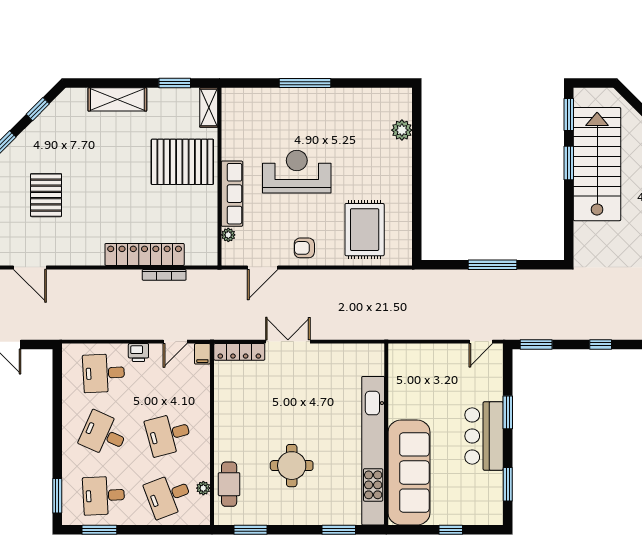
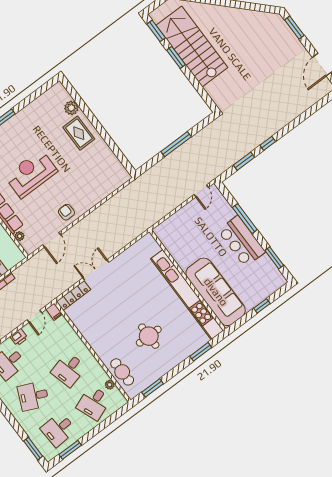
rug: (365, 230) -> (79, 133), moved, width x0.73, depth x0.70
armchair: (304, 248) -> (66, 212), turned 90
window: (536, 344) -> (244, 161), moved
window: (508, 412) -> (245, 219), width x1.44

